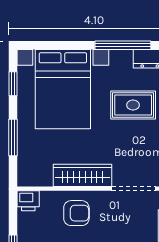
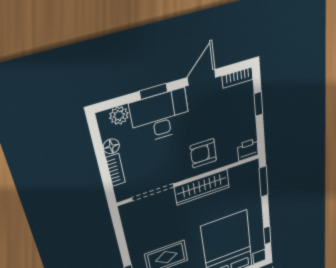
window: (13, 138) -> (264, 182), moved

